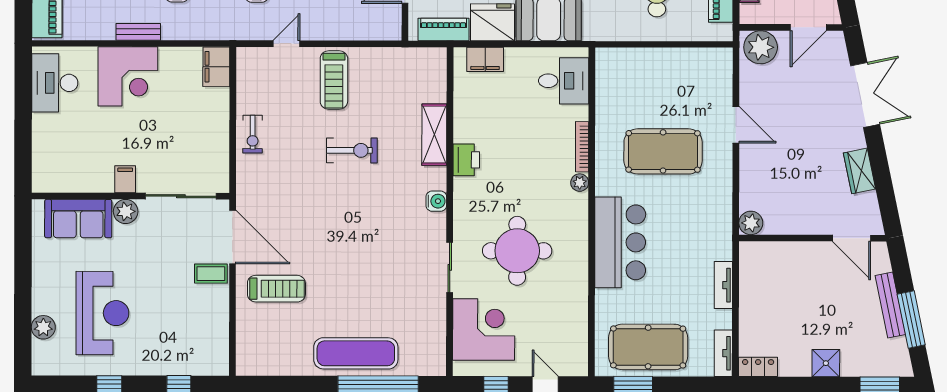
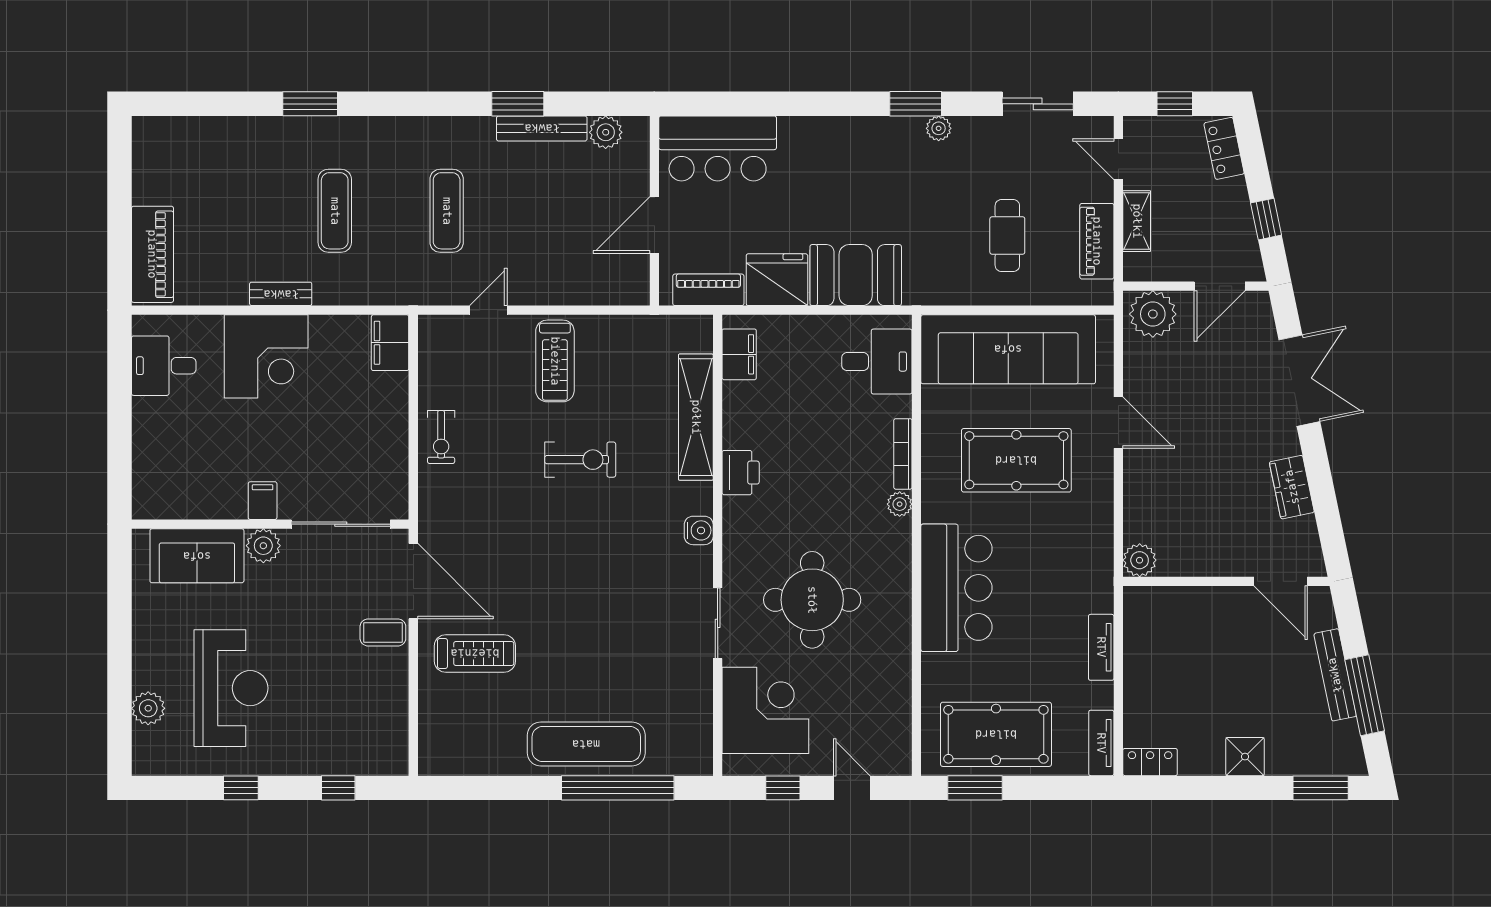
filing cabinet: (485, 59) -> (739, 354), moved, turned -90
sofa: (657, 72) -> (1008, 349), added
desk: (55, 83) -> (164, 366), width x0.73
shelving: (434, 135) -> (696, 417), width x1.47

